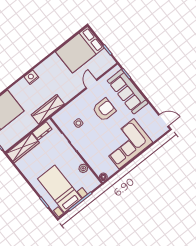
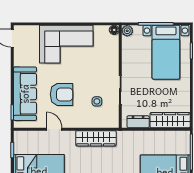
door: (91, 84) -> (54, 129), swing flipped
wardrobe: (48, 109) -> (96, 138), moved
armchair: (104, 110) -> (62, 94), turned 180
plant: (83, 168) -> (127, 31), moved

